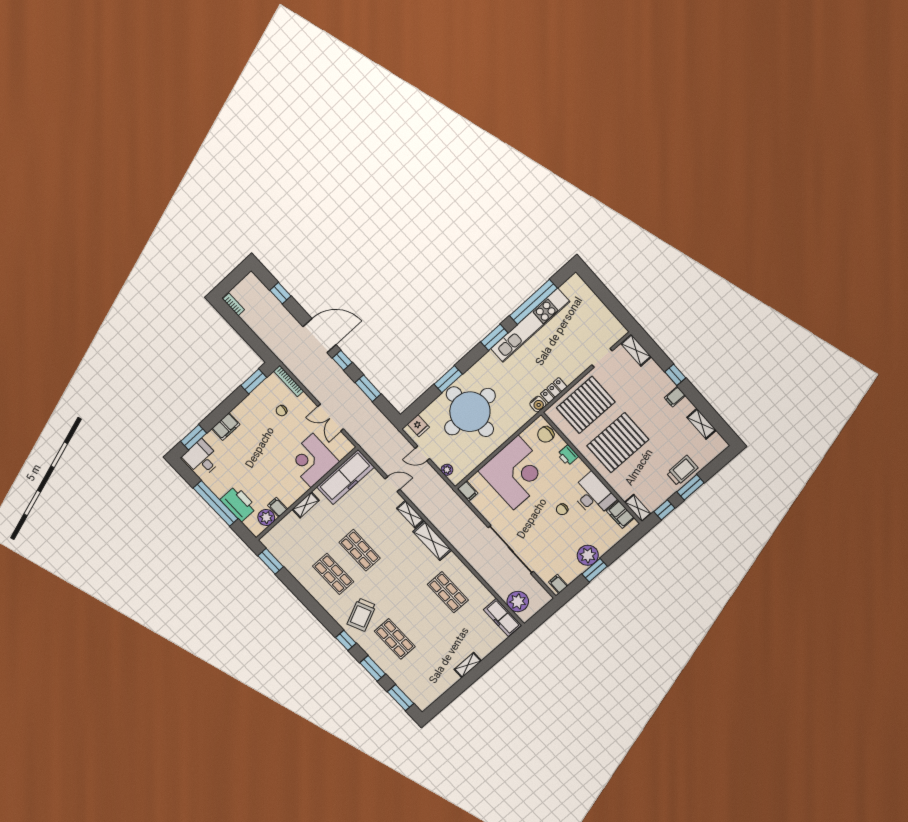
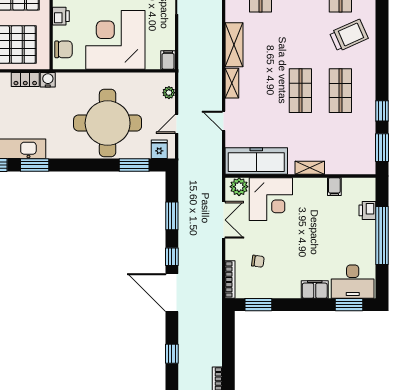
window: (448, 379) -> (134, 165), moved
door: (422, 453) -> (177, 124), swing flipped
desk: (202, 459) -> (353, 282), width x1.37
printer: (239, 504) -> (367, 210), width x0.53, depth x0.68
plant: (266, 517) -> (239, 187), moved
window: (346, 640) -> (382, 111), moved

